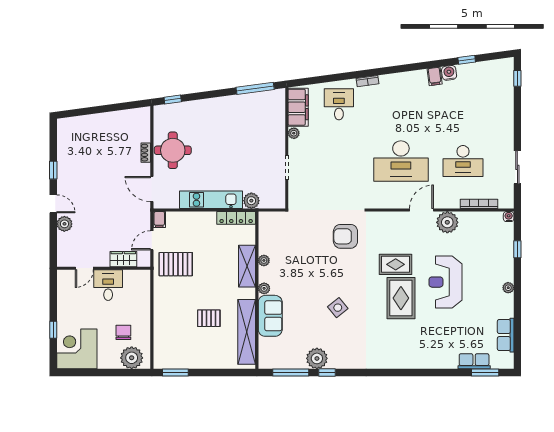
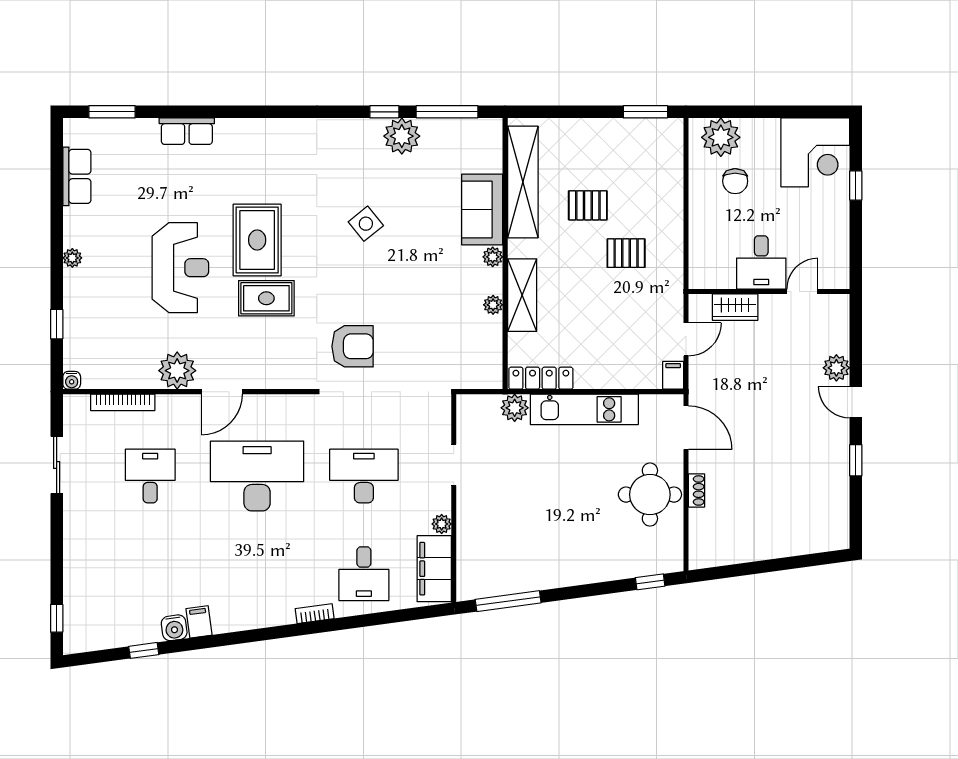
desk: (339, 161) -> (364, 476), added
desk: (463, 161) -> (150, 476), width x0.73
pallet: (176, 264) -> (626, 253), moved, width x0.67, depth x0.71
row of seats: (474, 361) -> (187, 131), moved

